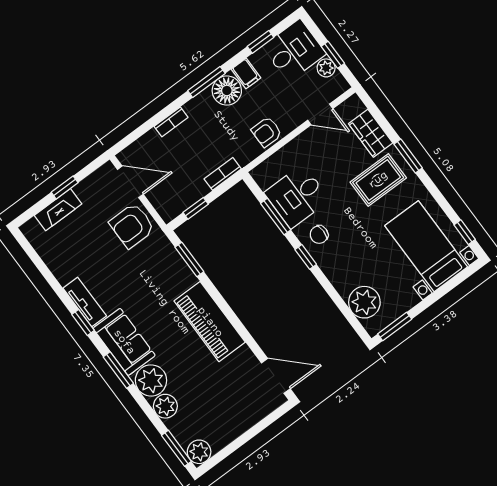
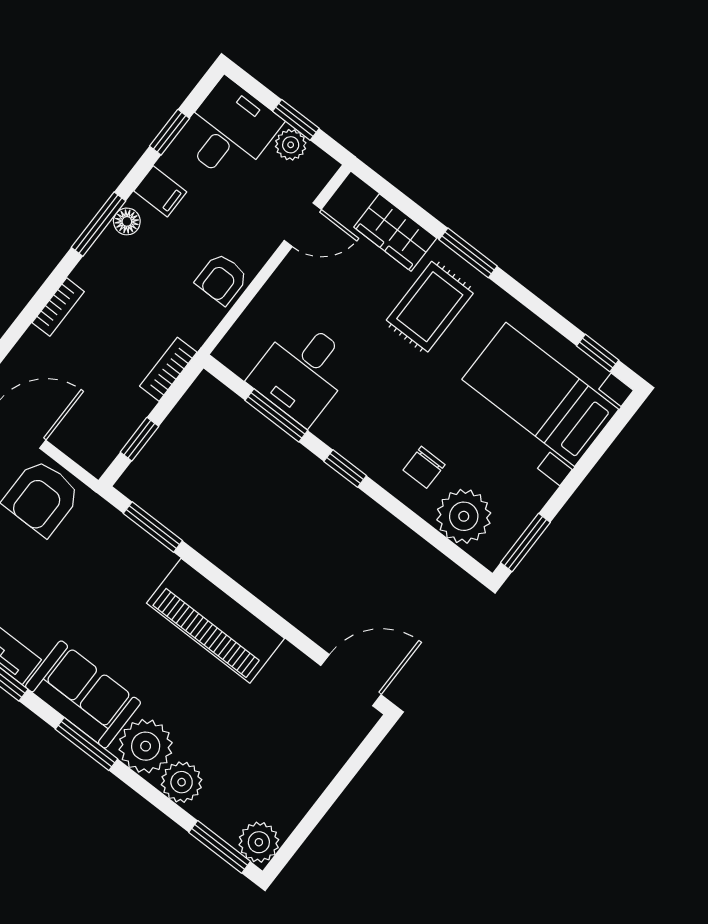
floor lamp: (227, 90) -> (127, 221), width x0.53, depth x0.53
chair: (319, 235) -> (424, 467), moved

